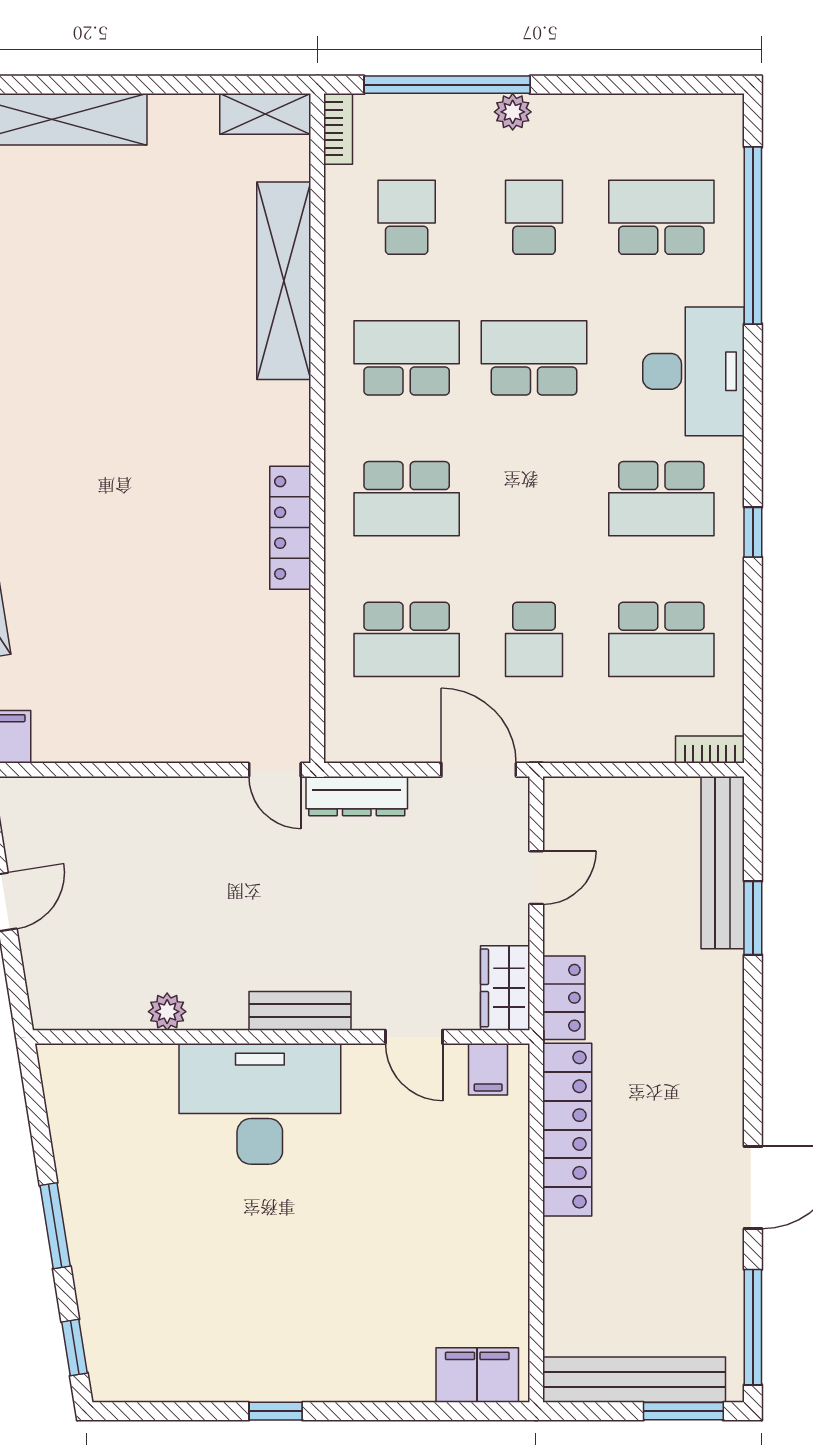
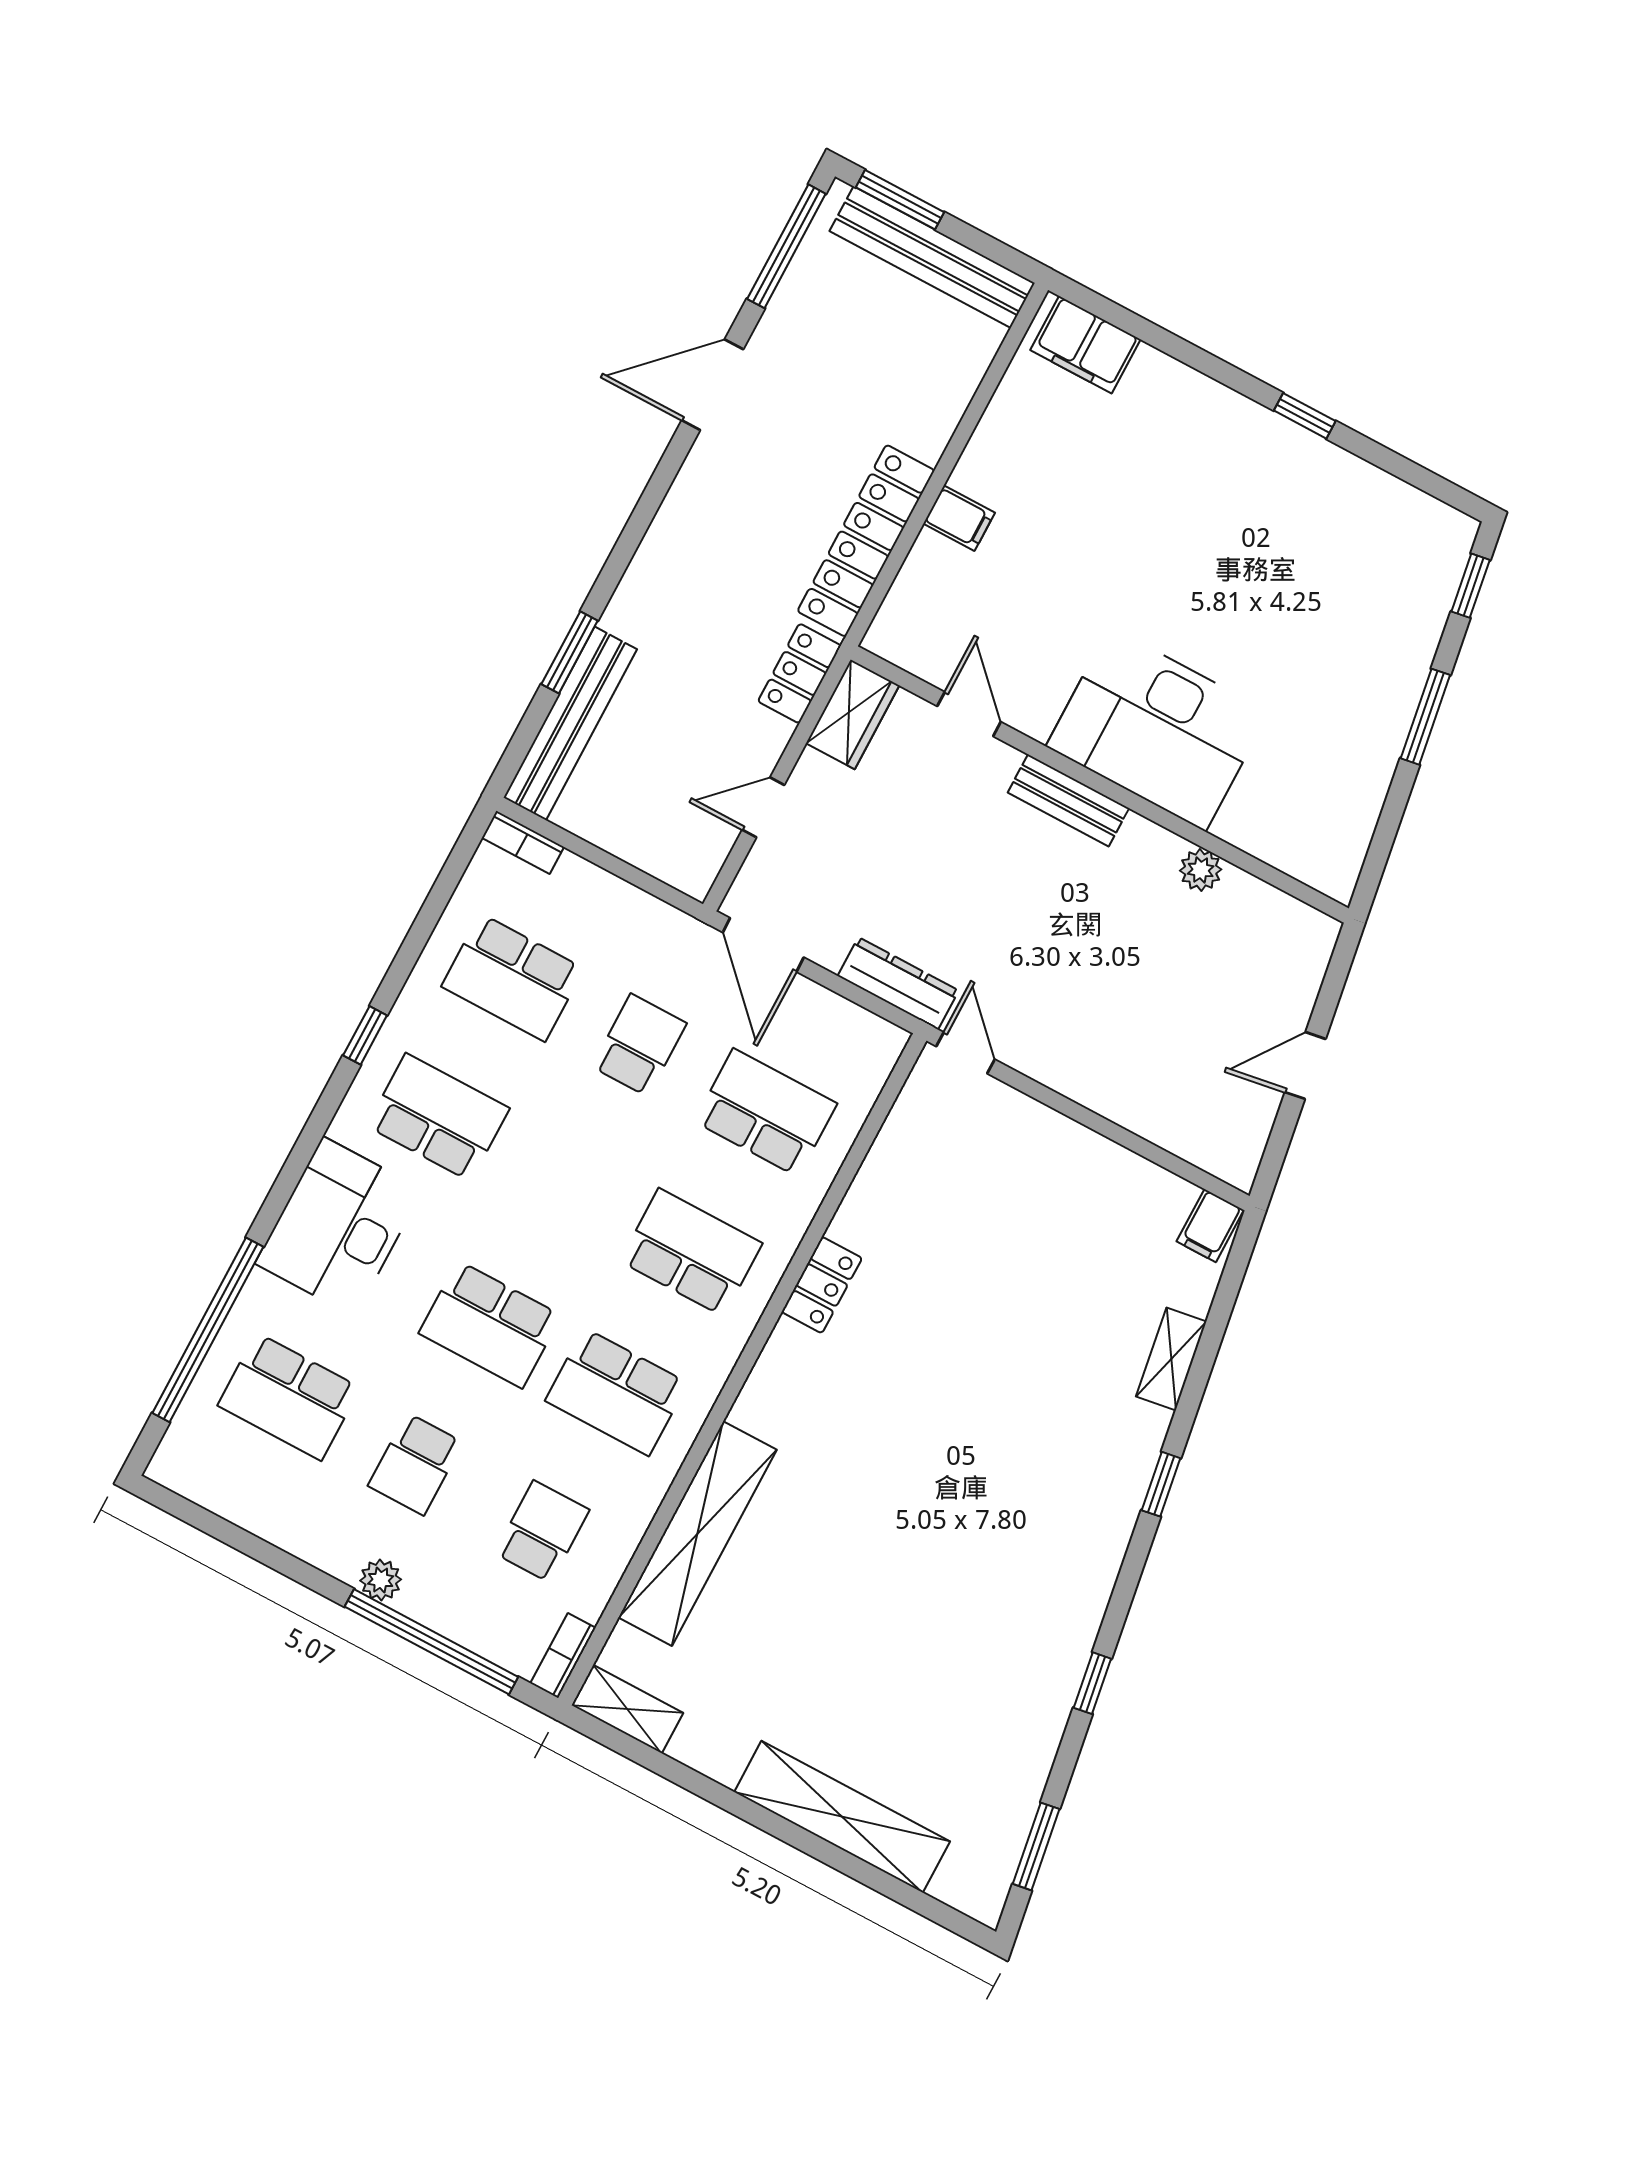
school desk: (407, 217) -> (542, 1532), turned 180
locker: (290, 528) -> (822, 1285), width x0.66
school desk: (661, 639) -> (513, 977), turned 180
filing cabinet: (488, 1069) -> (959, 518), moved, turned 90

